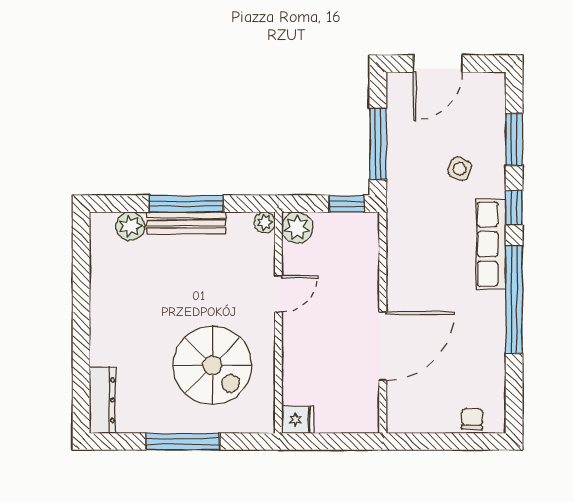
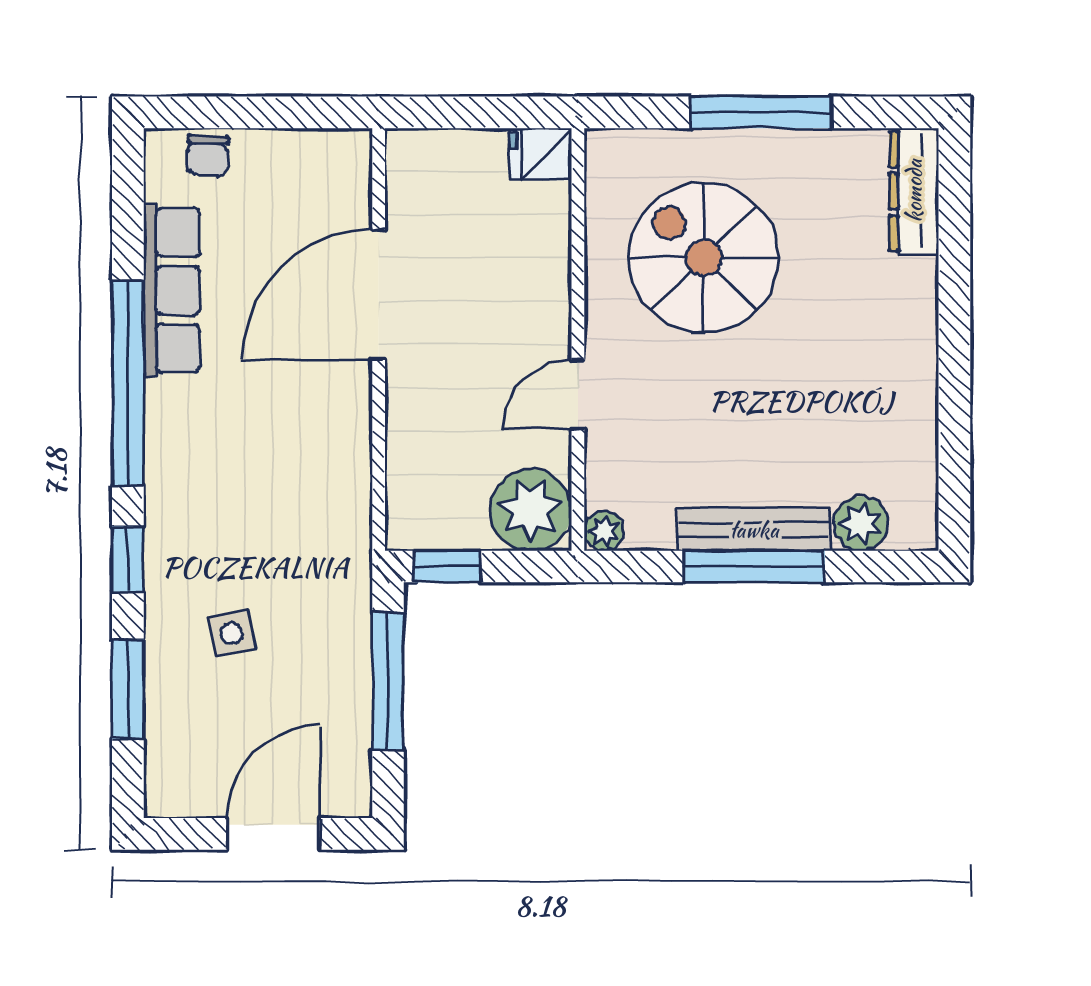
side table: (460, 169) -> (232, 633), turned -35
plant: (297, 228) -> (531, 510), width x1.36, depth x1.36
row of seats: (491, 244) -> (172, 290), moved

